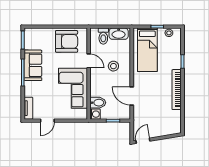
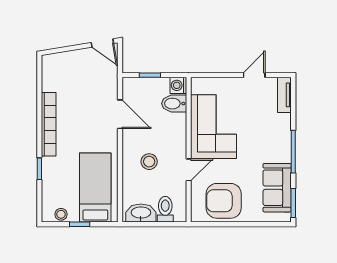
door: (89, 61) -> (189, 170), swing flipped
sofa: (33, 65) -> (277, 188), moved
door: (143, 141) -> (102, 43), hinge flipped

